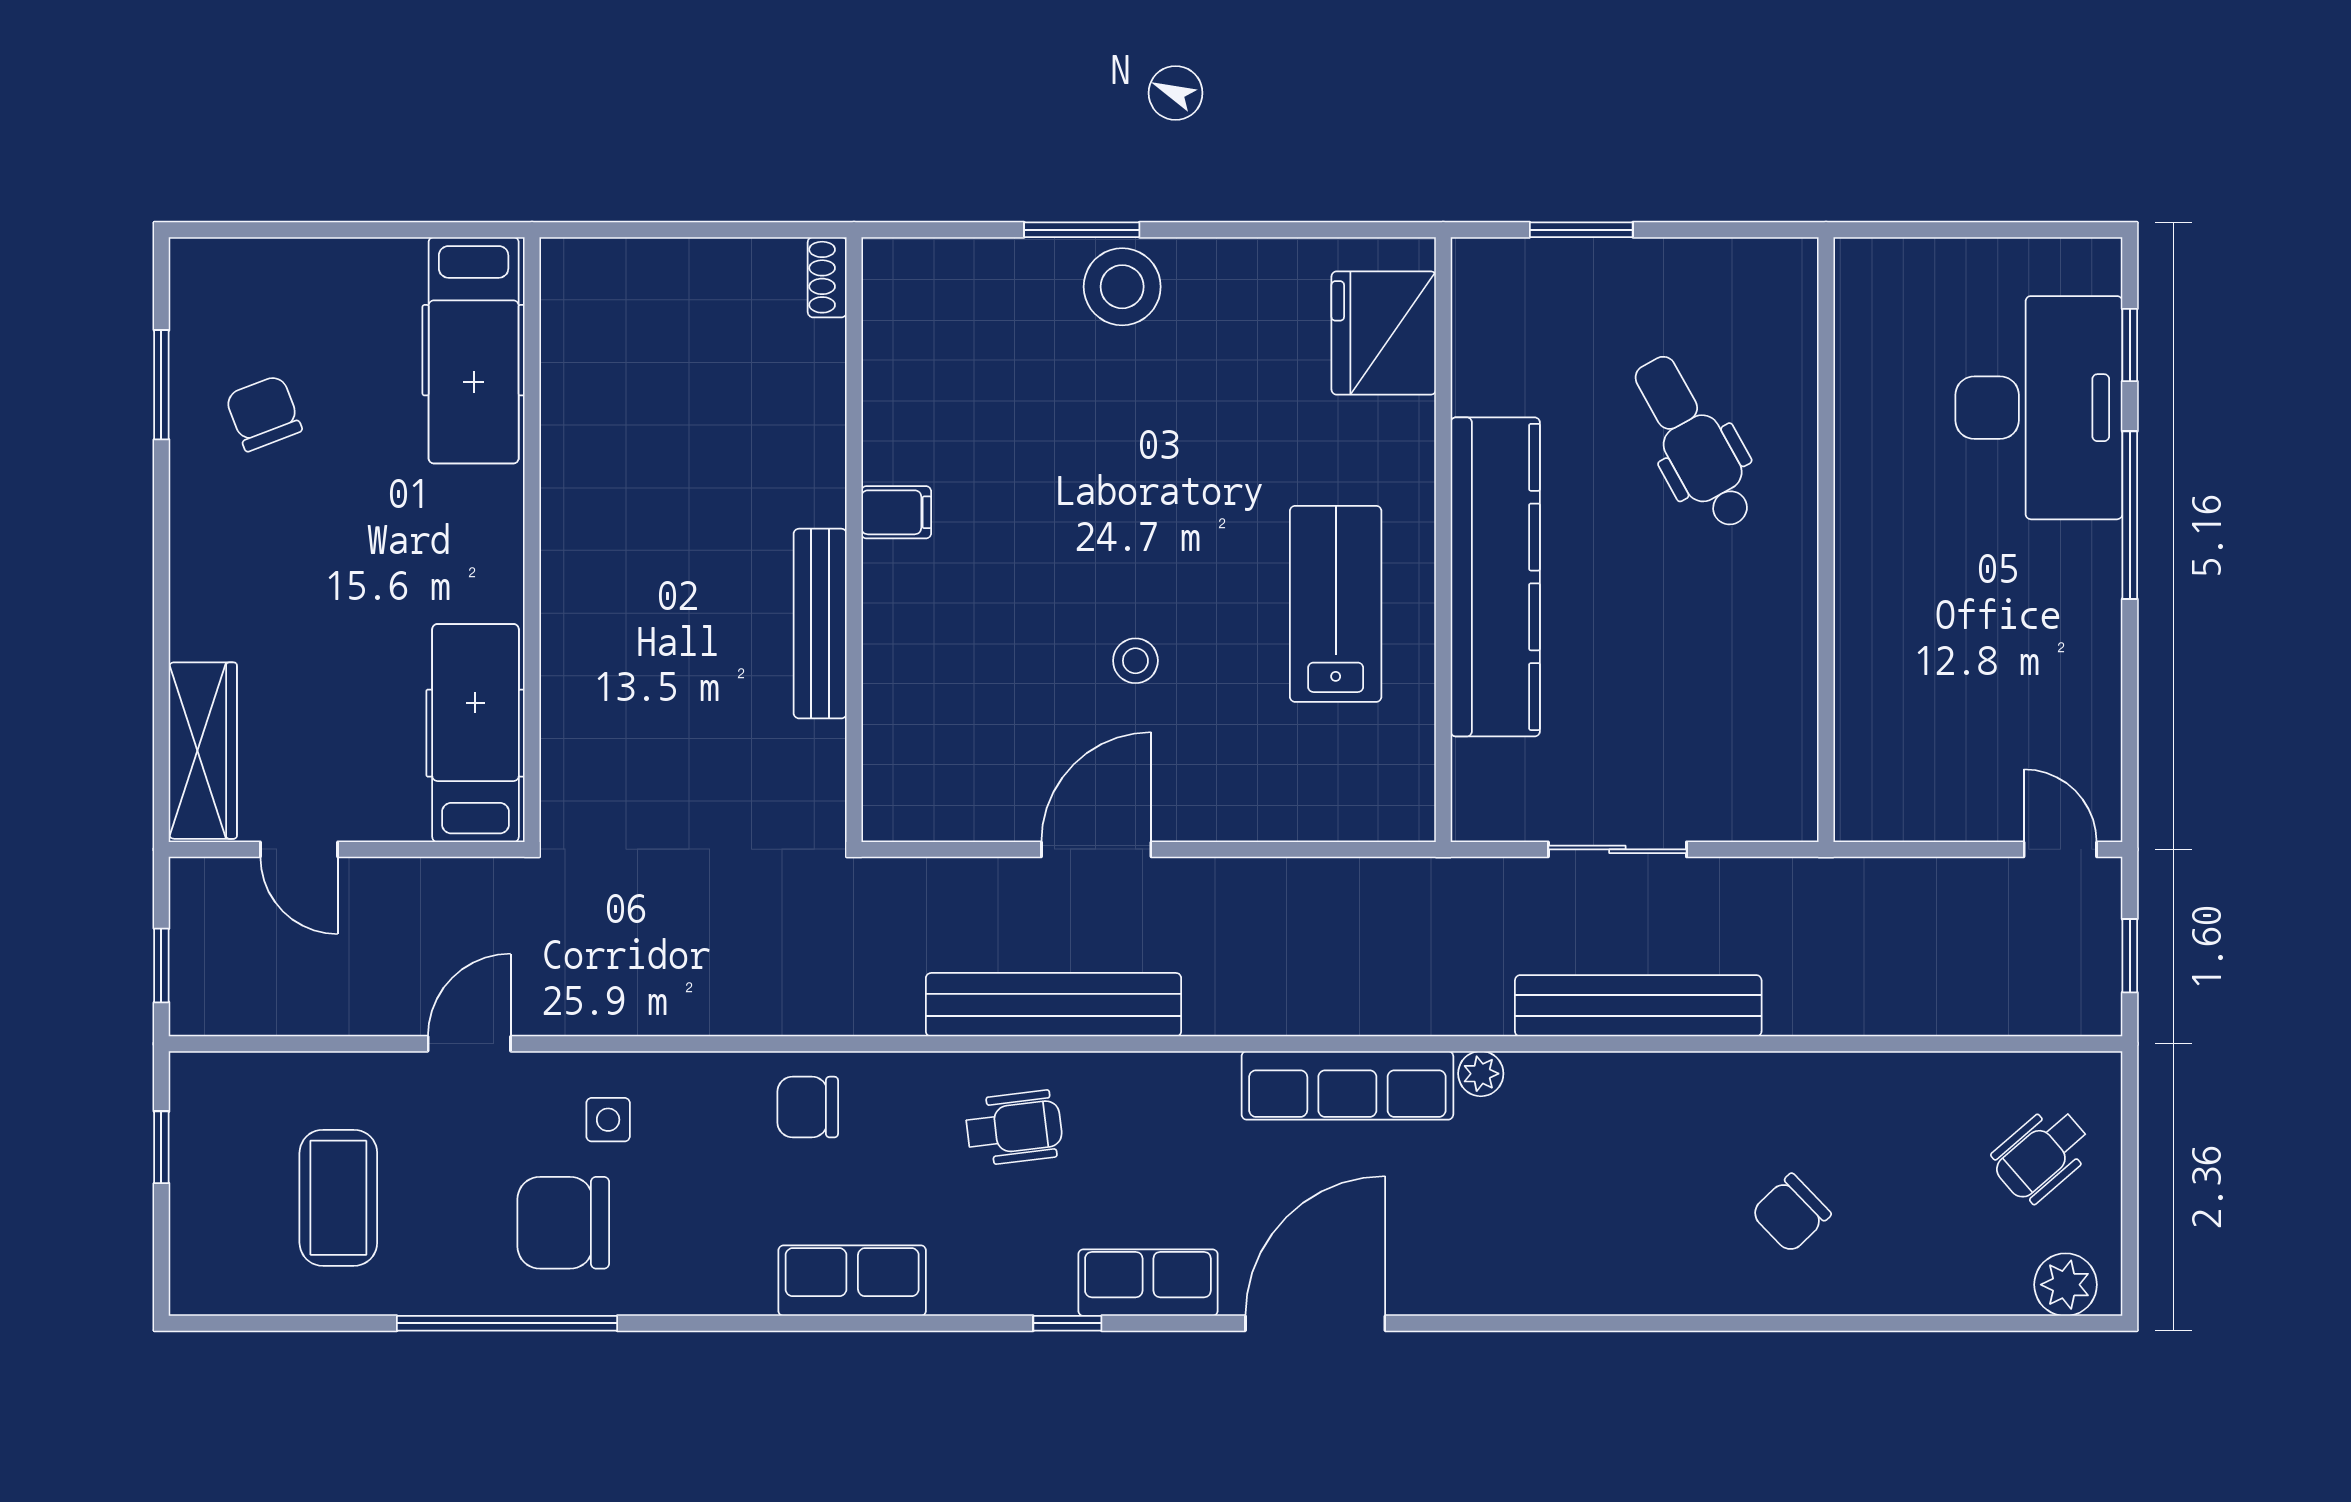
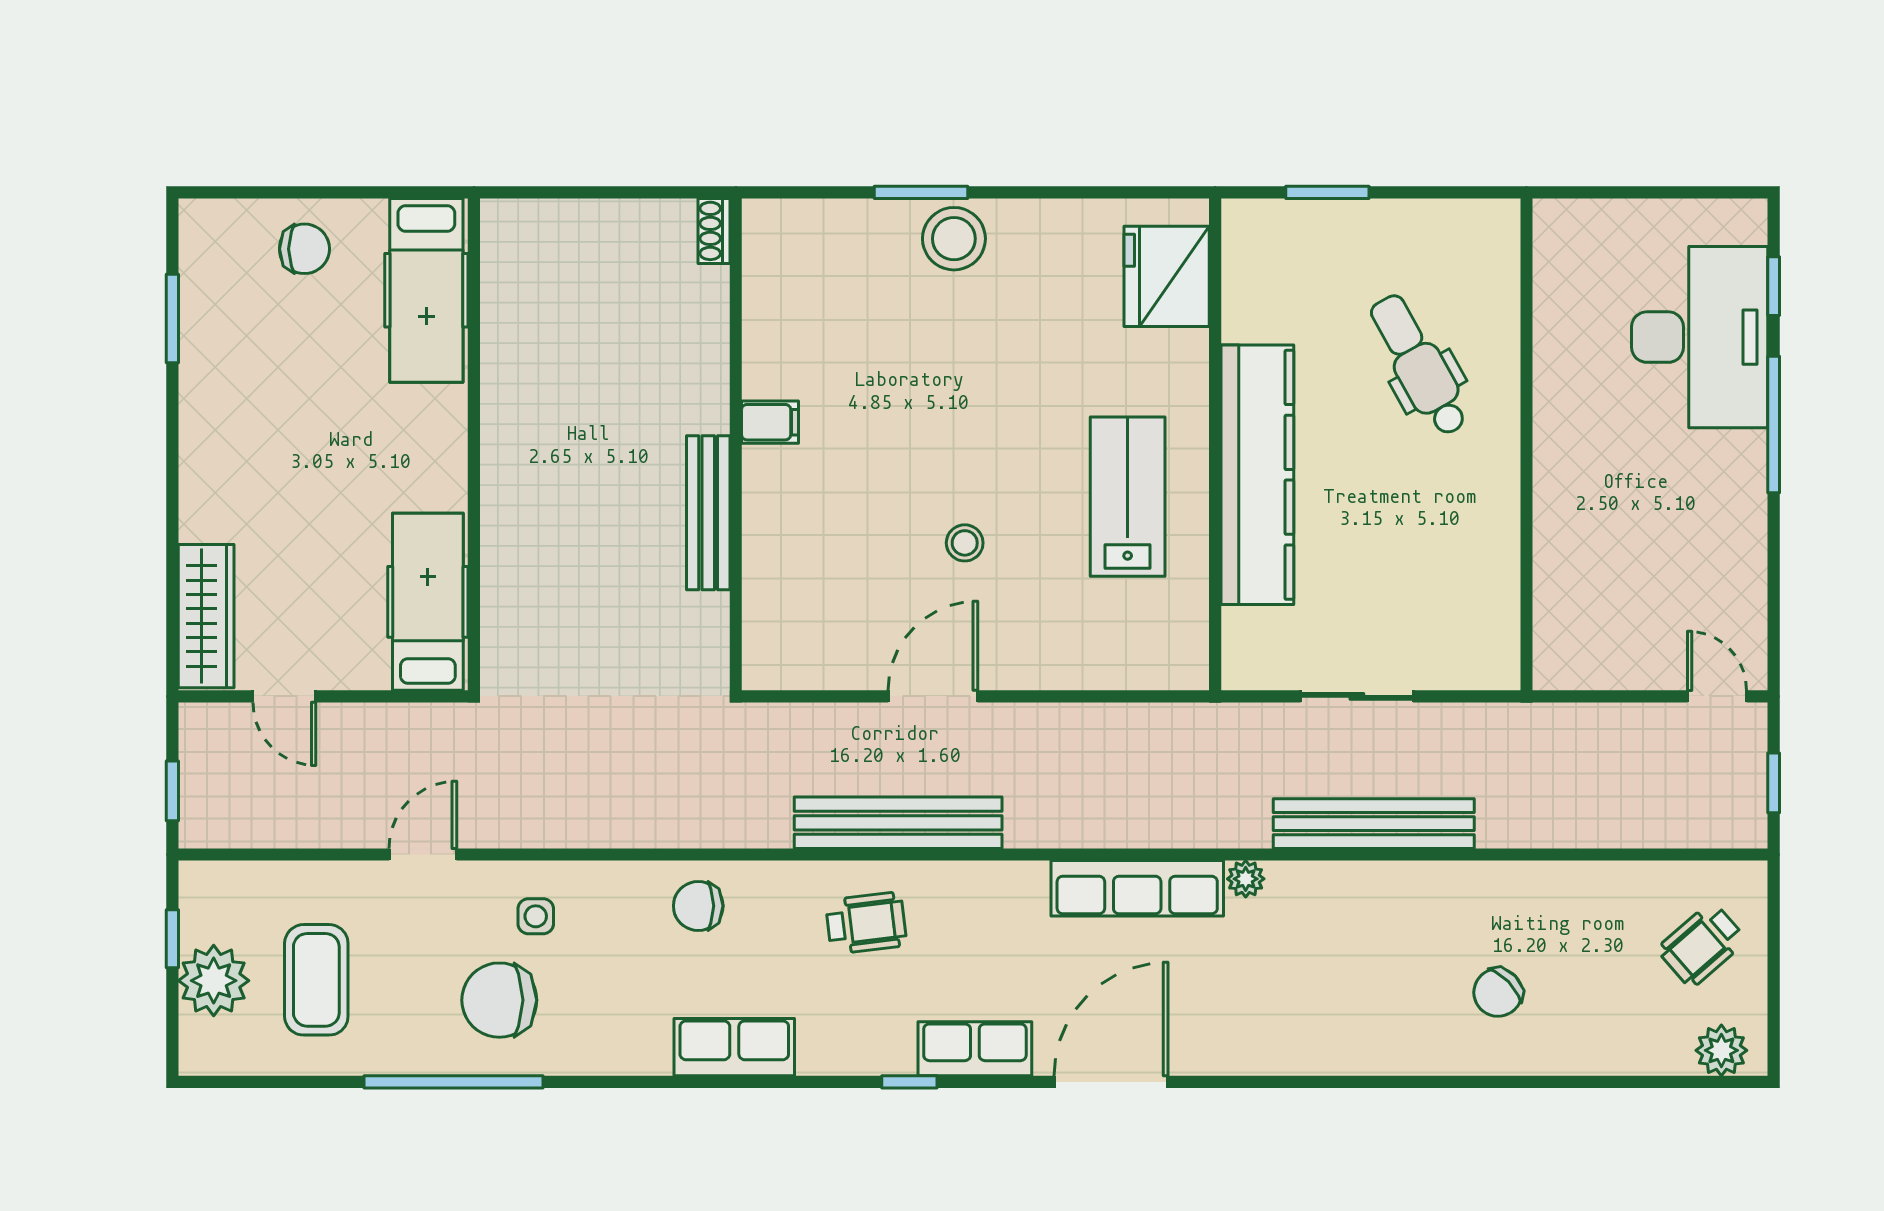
chair: (264, 413) -> (304, 249), moved, turned 111
plant: (212, 1199) -> (214, 981), added

